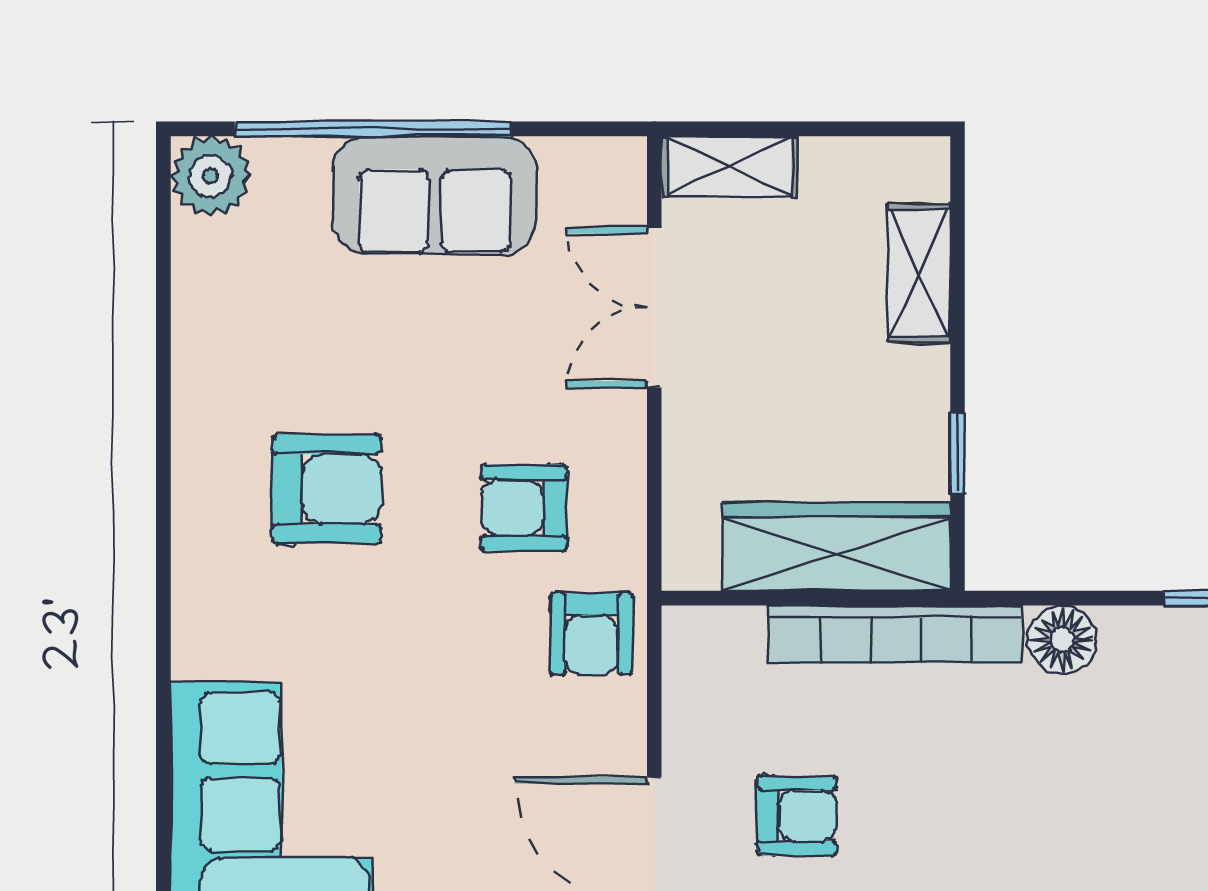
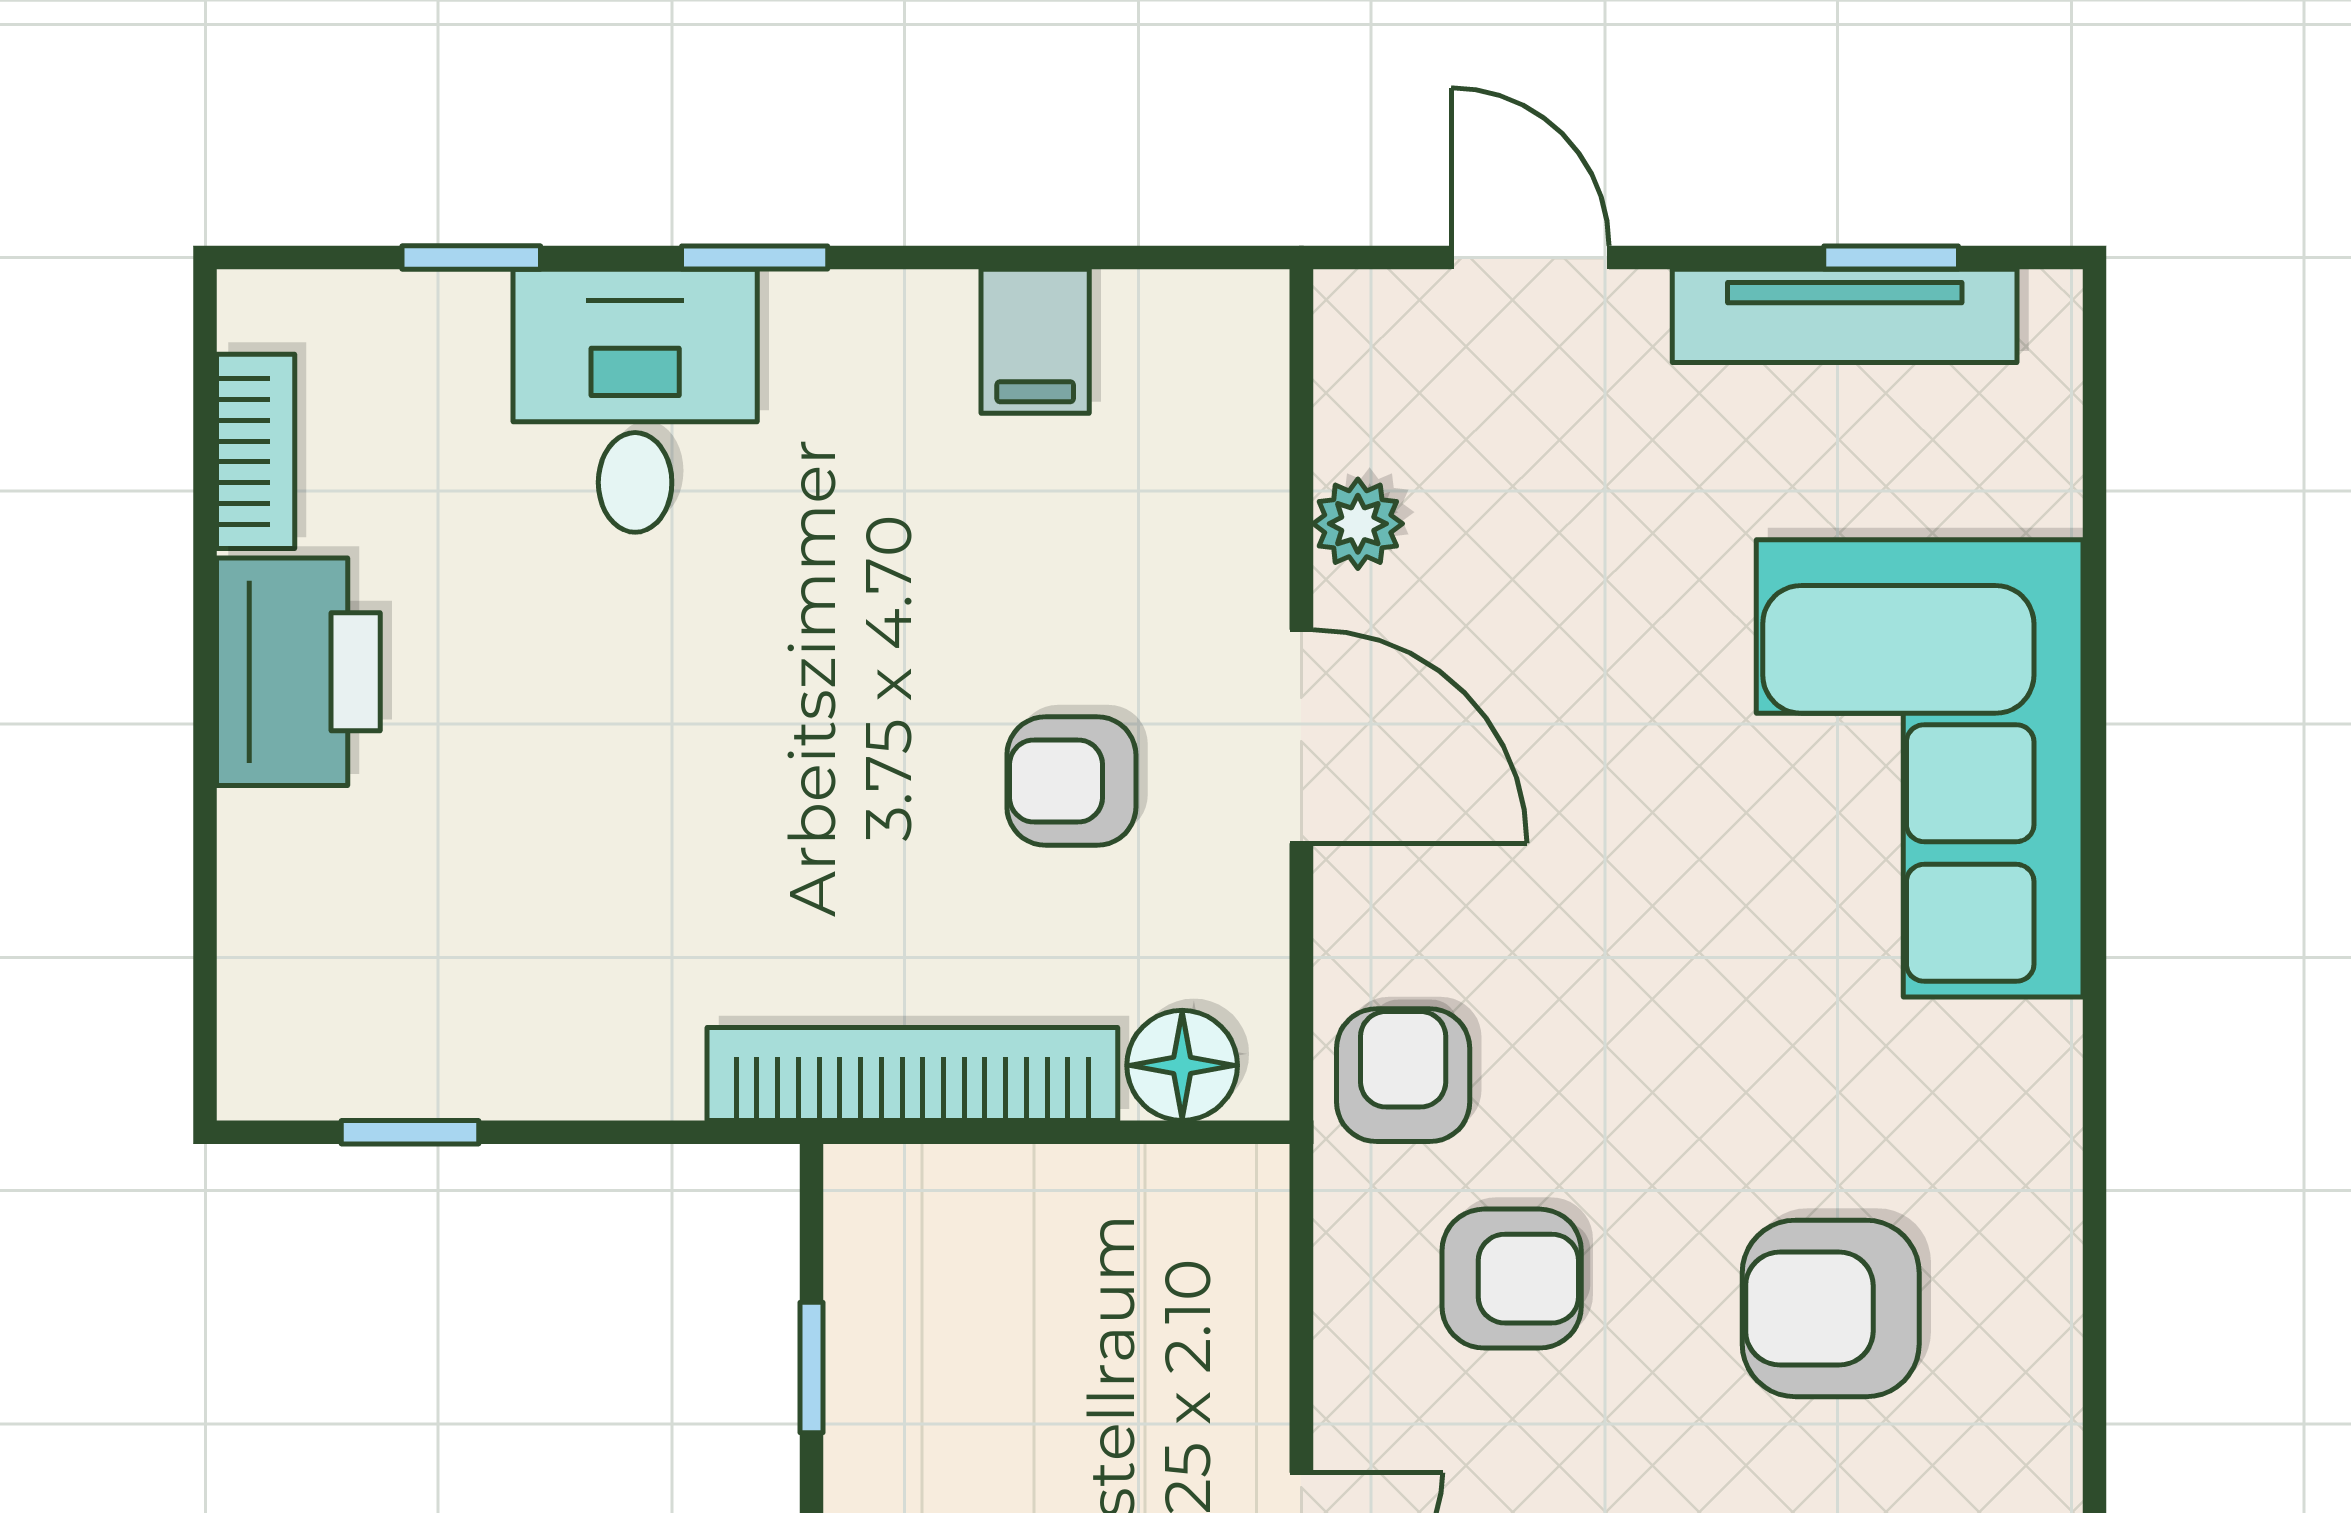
wardrobe: (836, 547) -> (1007, 1215), removed
floor lamp: (1062, 640) -> (1182, 1065), moved

